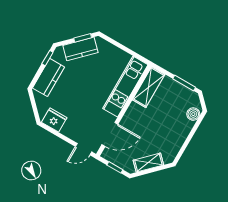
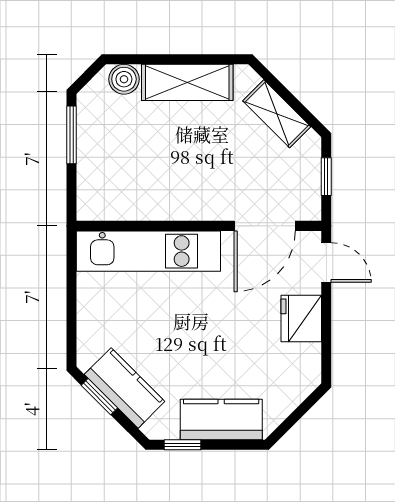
shelving: (149, 87) -> (187, 82), moved
fridge: (54, 120) -> (301, 319), moved
door: (110, 134) -> (265, 226), swing flipped

